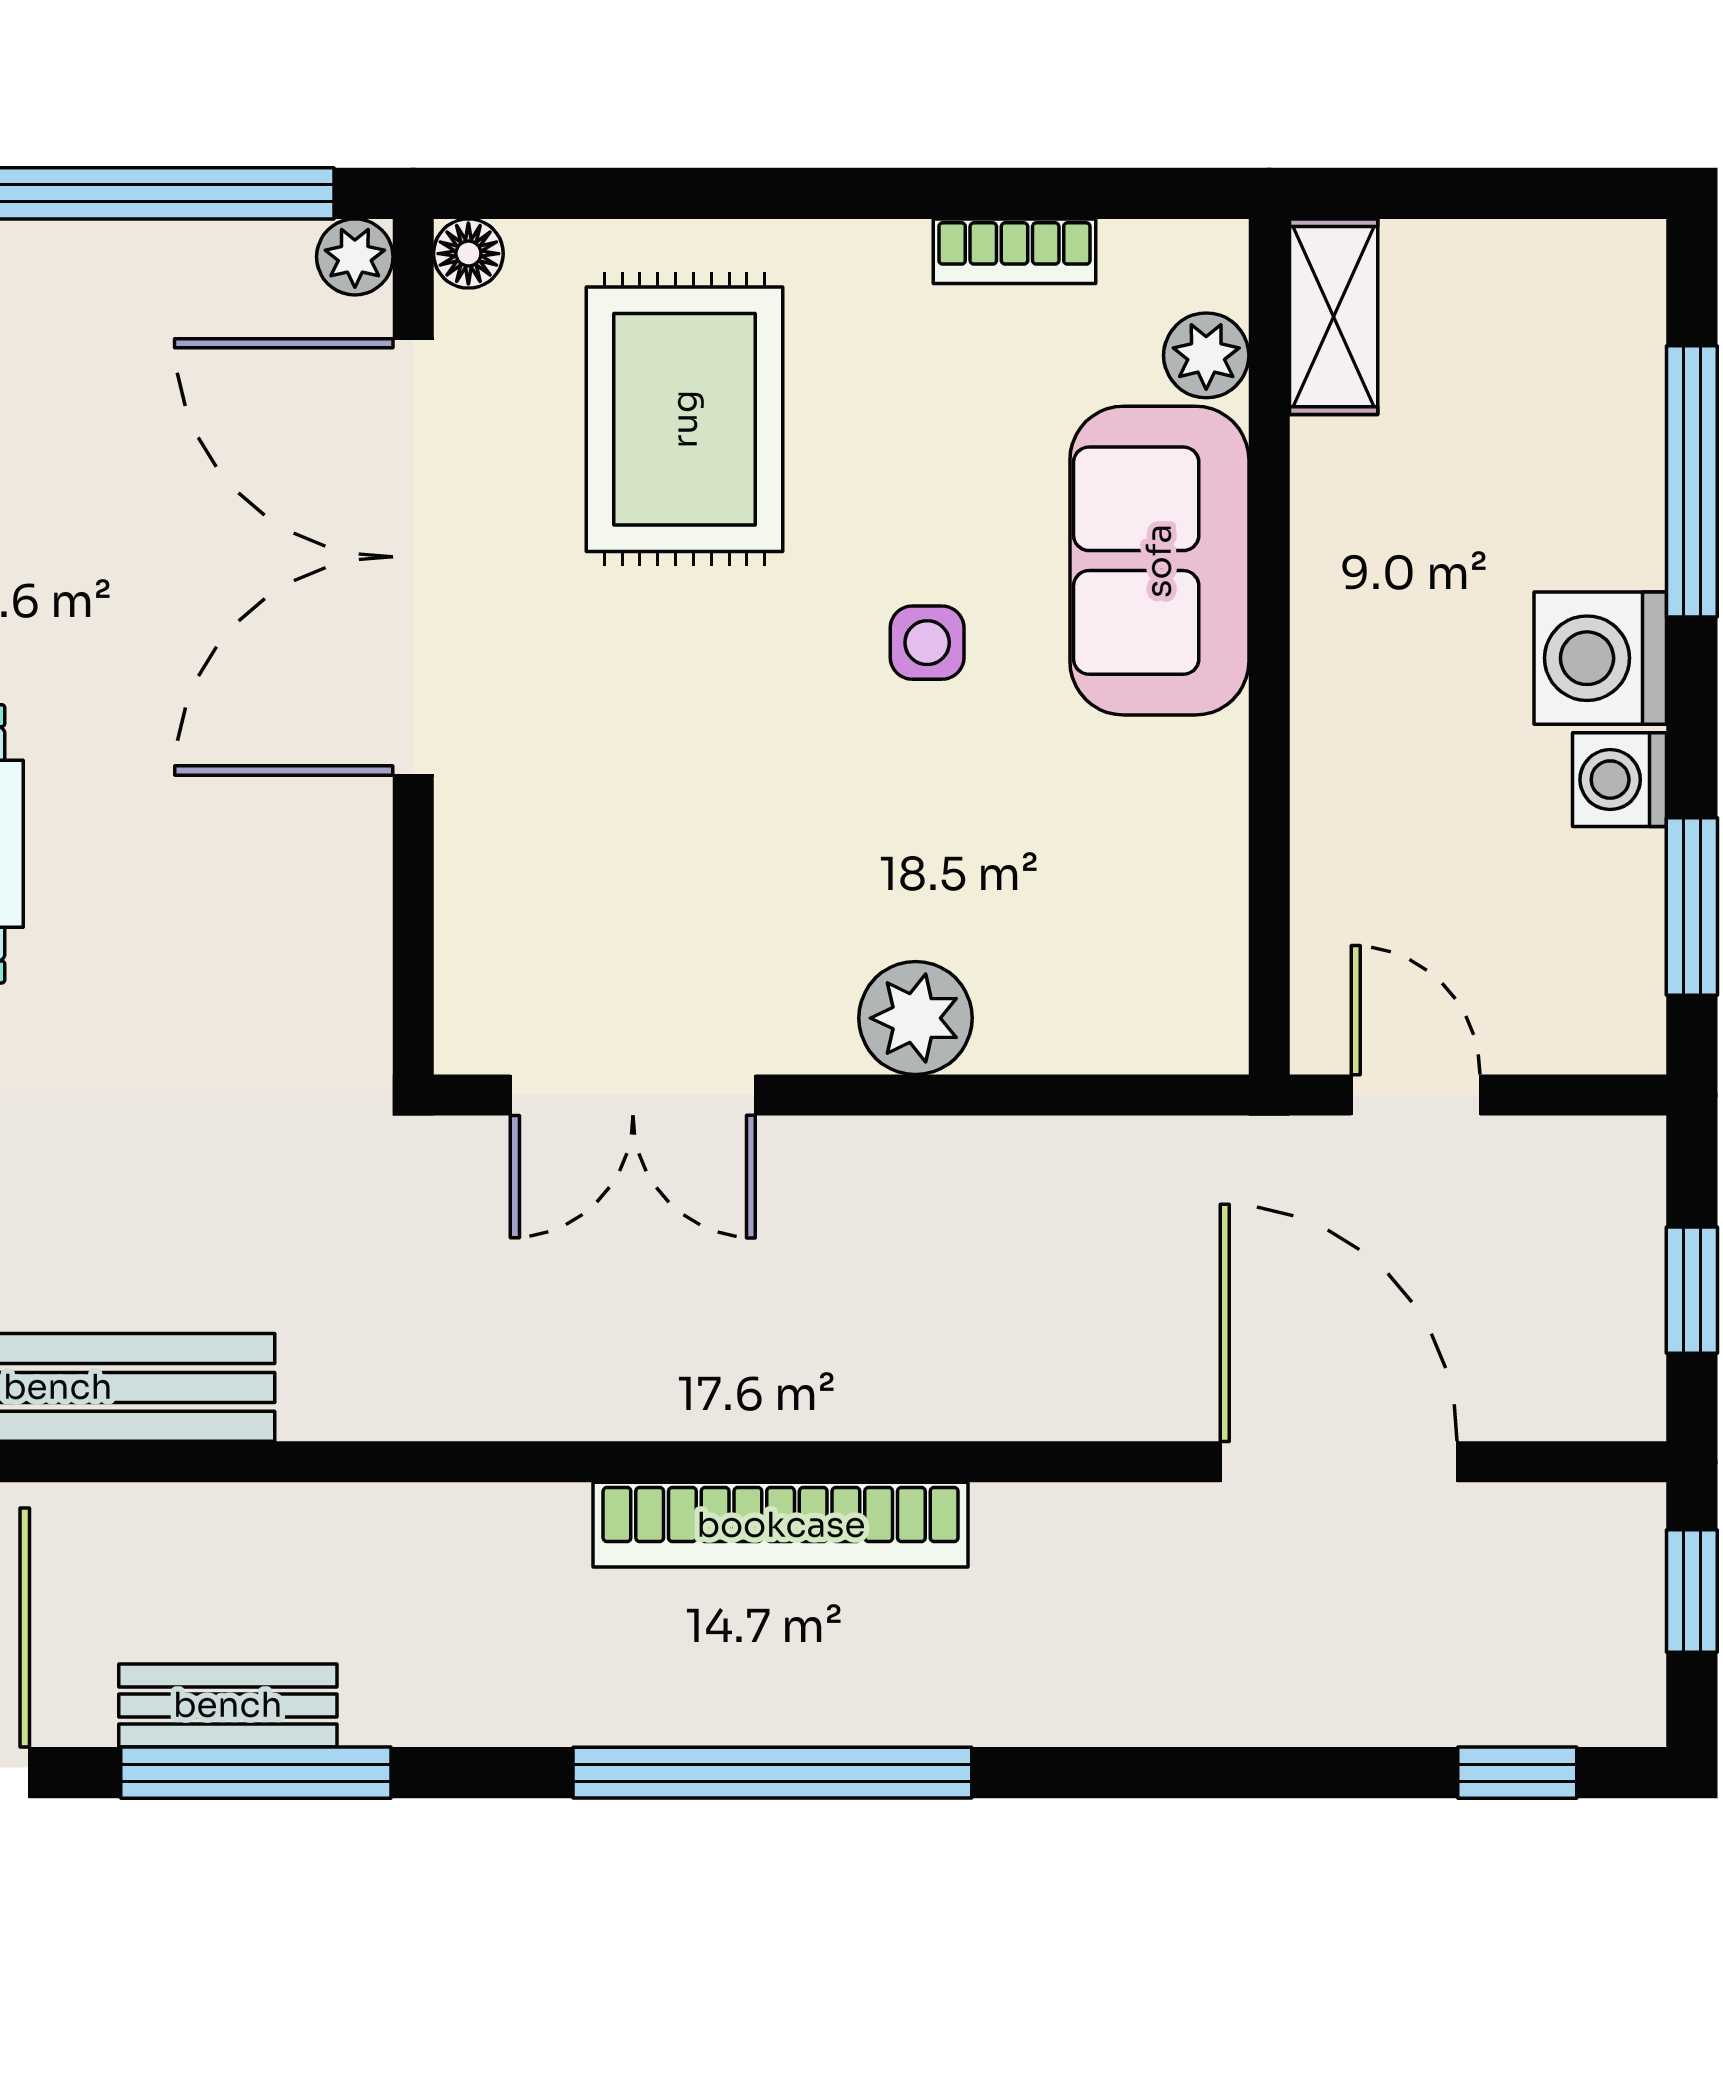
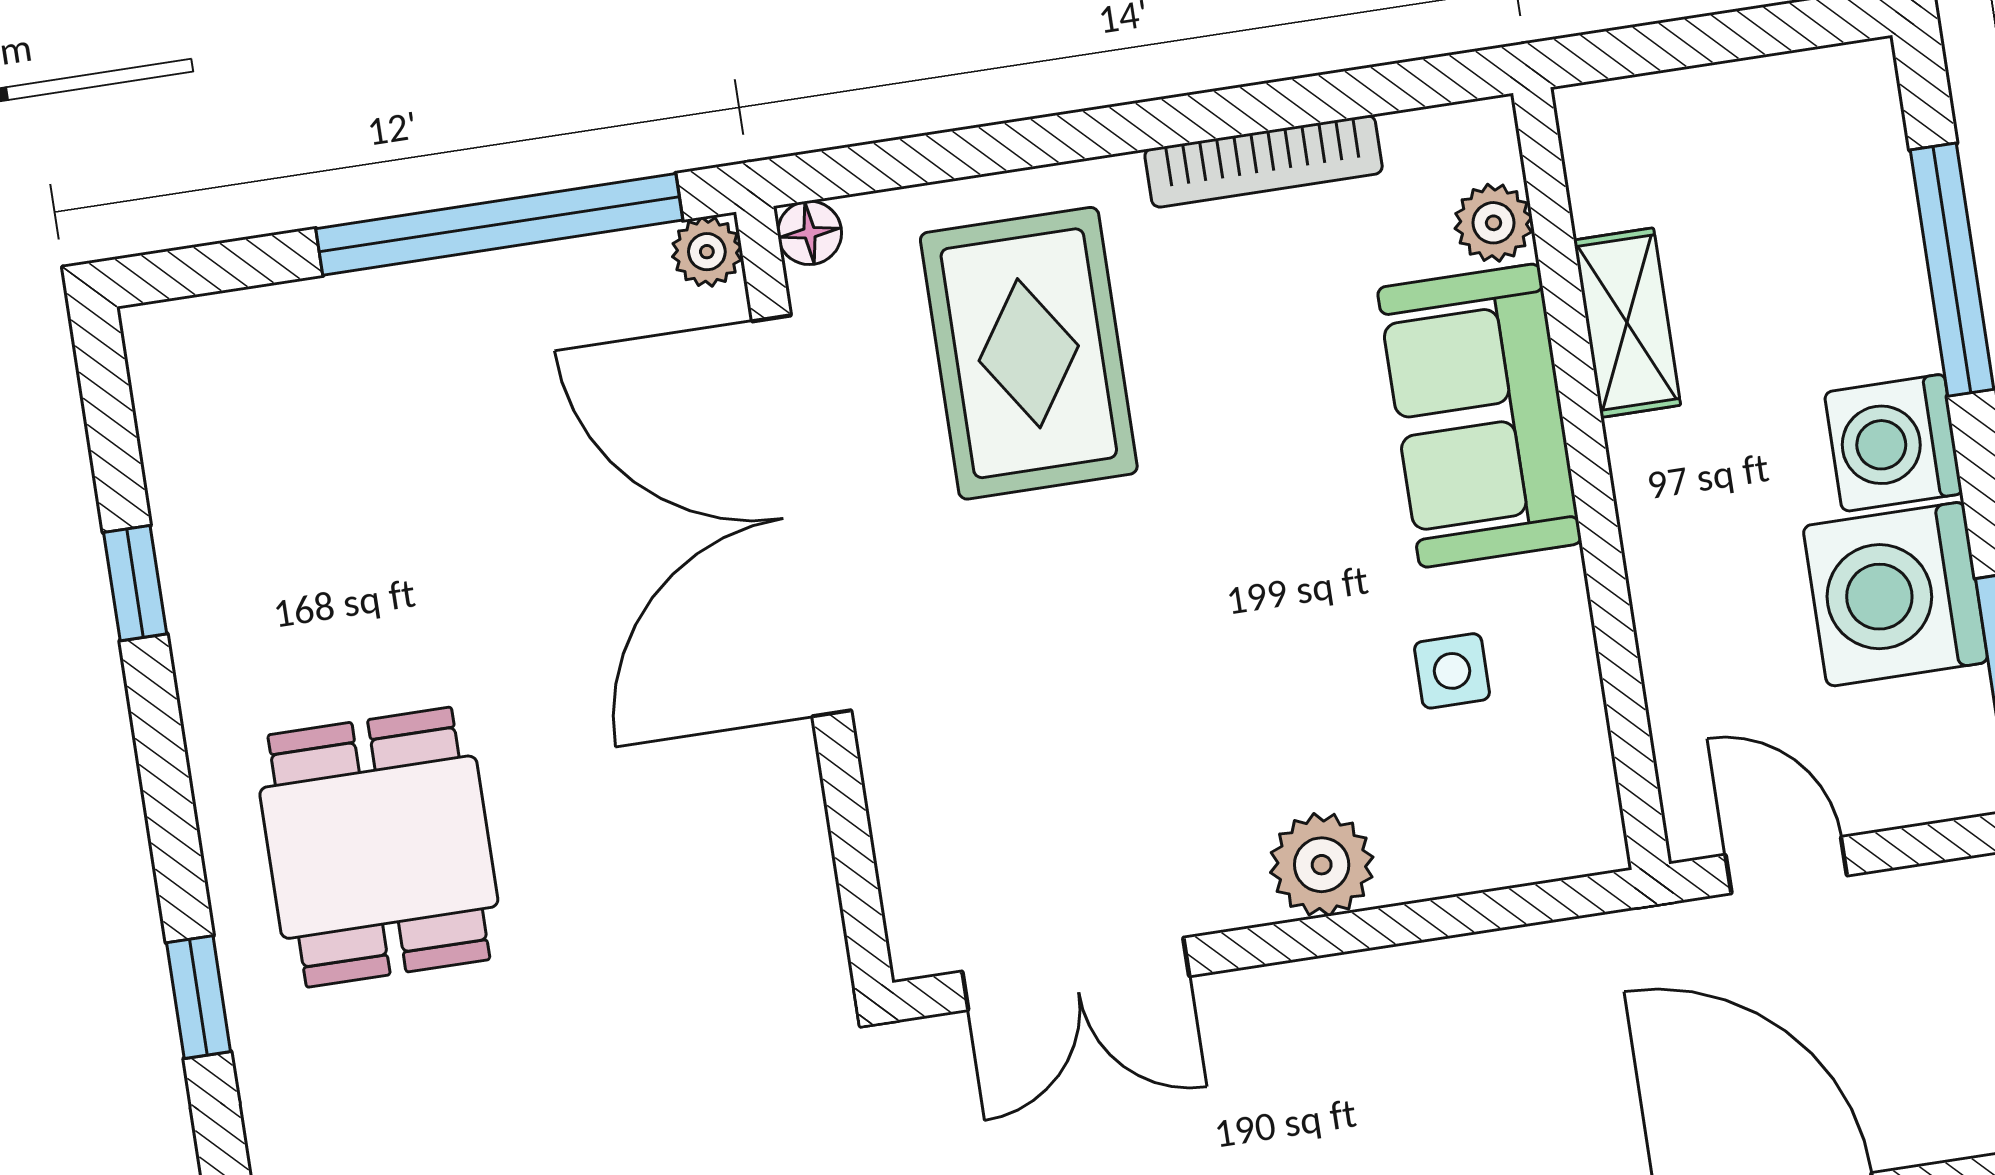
bookcase: (1014, 251) -> (1264, 161), width x1.56
shelving: (1334, 317) -> (1627, 323), moved
side table: (927, 643) -> (1452, 671), moved
washing machine: (1620, 780) -> (1896, 594), width x1.89, depth x1.89

